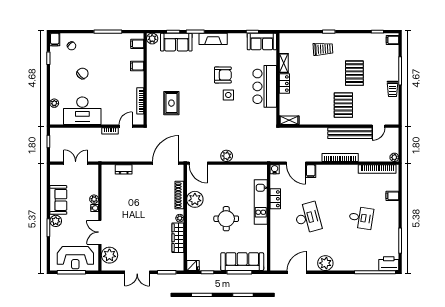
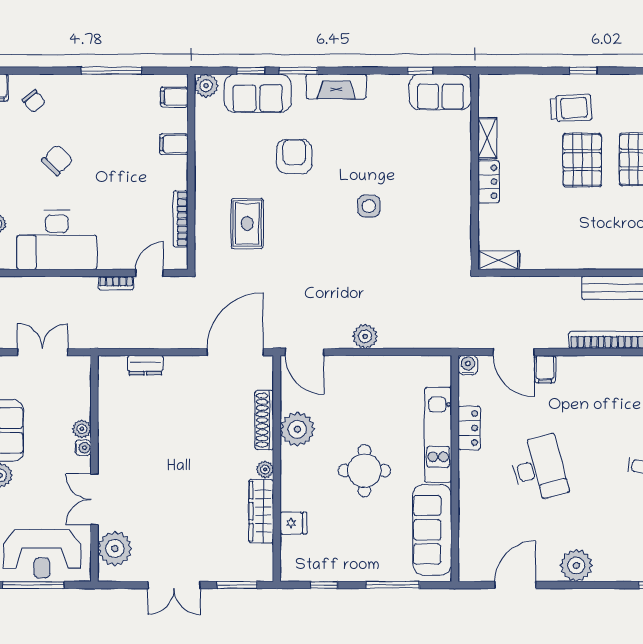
armchair: (223, 75) -> (294, 156), moved, turned -90
bar counter: (265, 86) -> (446, 188), removed
pallet: (343, 105) -> (582, 160), moved
sofa: (242, 262) -> (432, 530), moved, turned -90
fridge: (193, 265) -> (293, 523), moved

